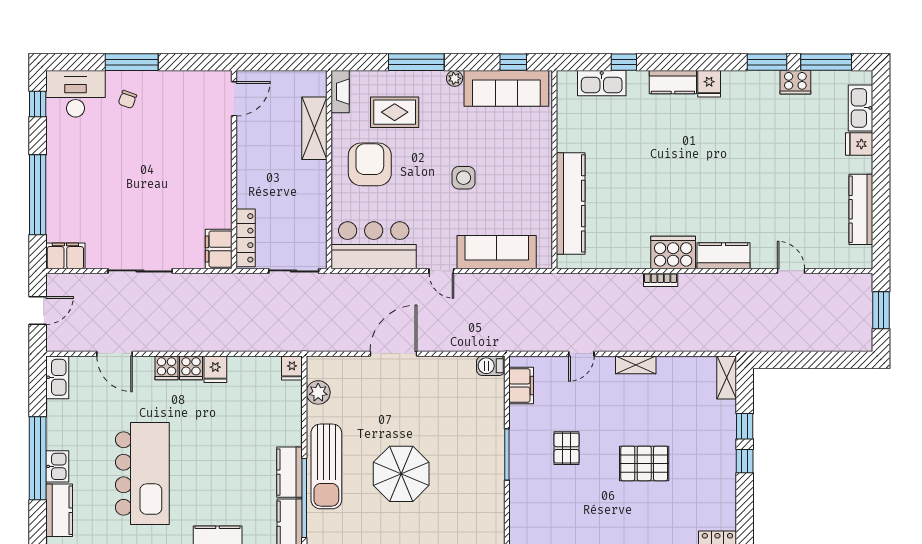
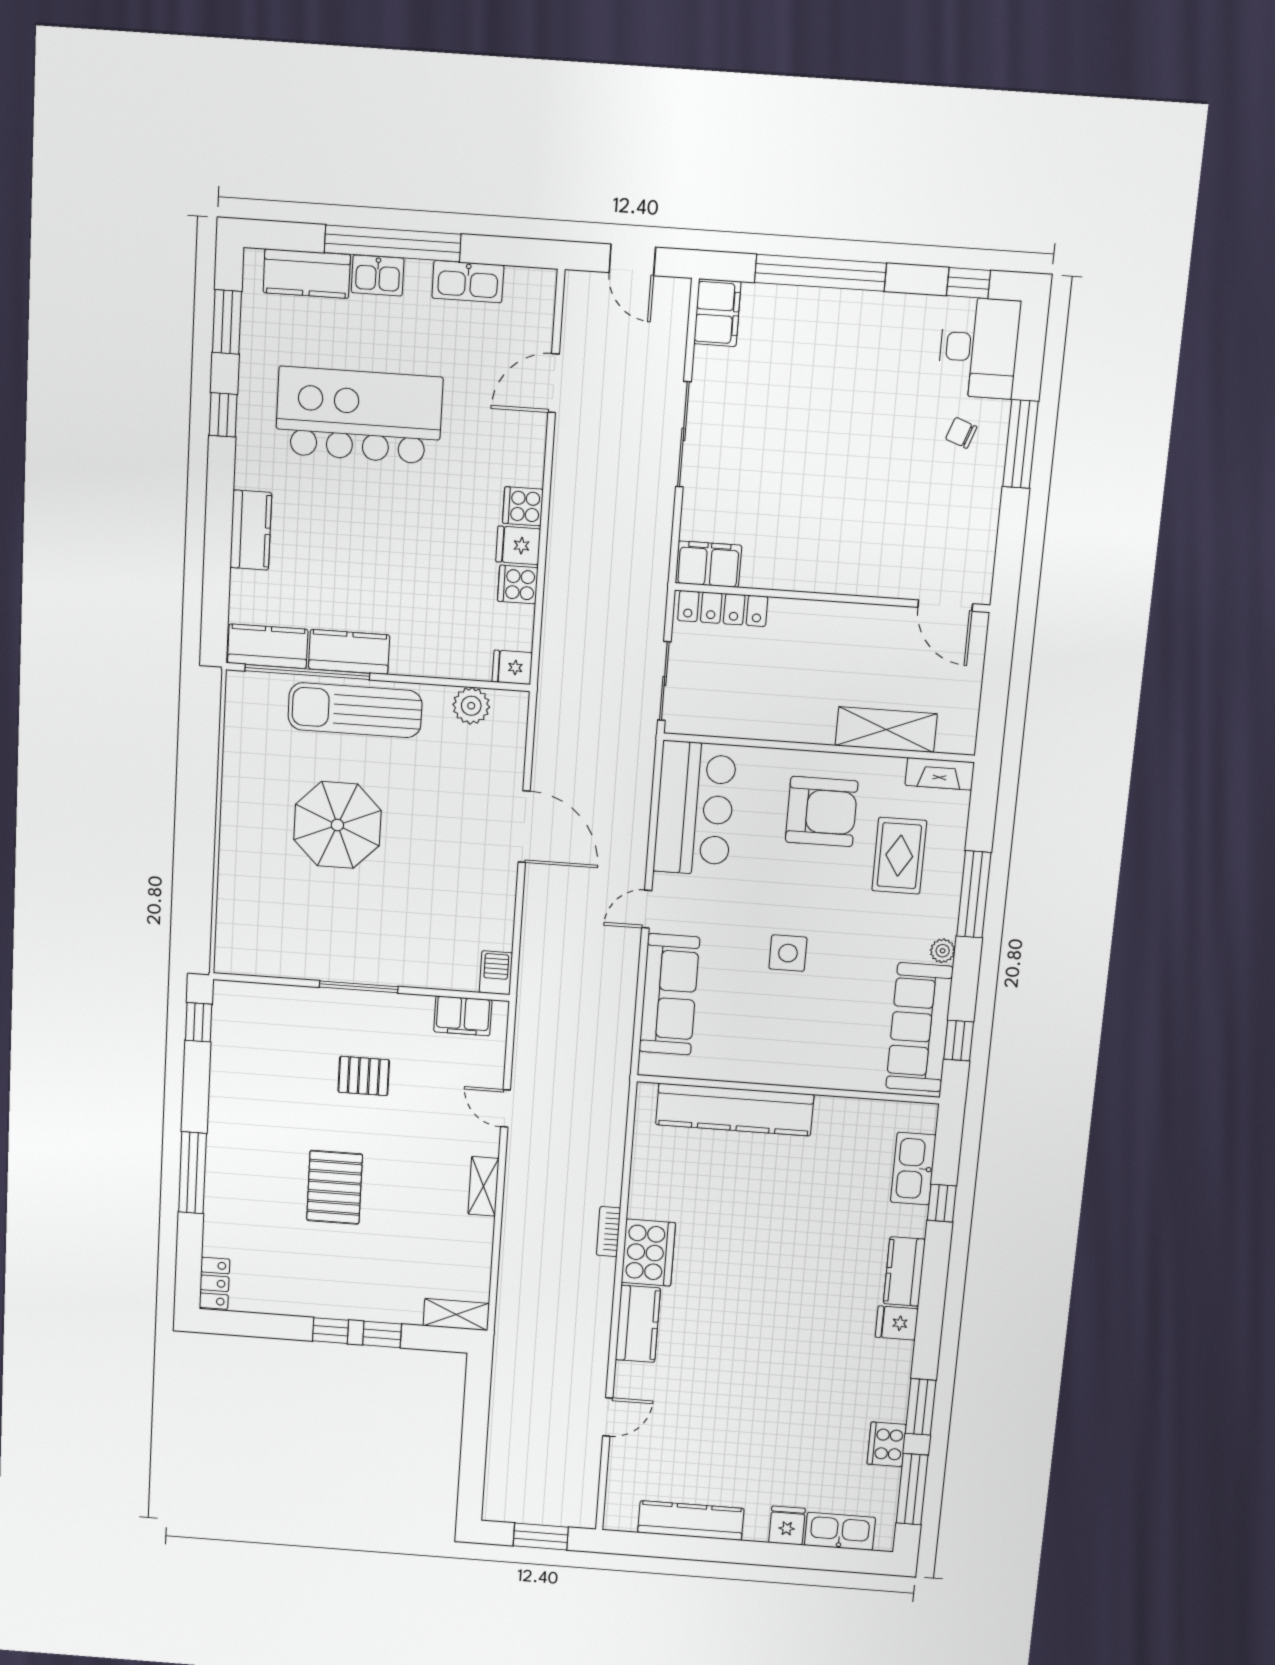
cooker: (166, 368) -> (518, 584), moved
kitchen sink: (57, 377) -> (468, 282), moved
kitchen island: (142, 474) -> (359, 415), turned 180

